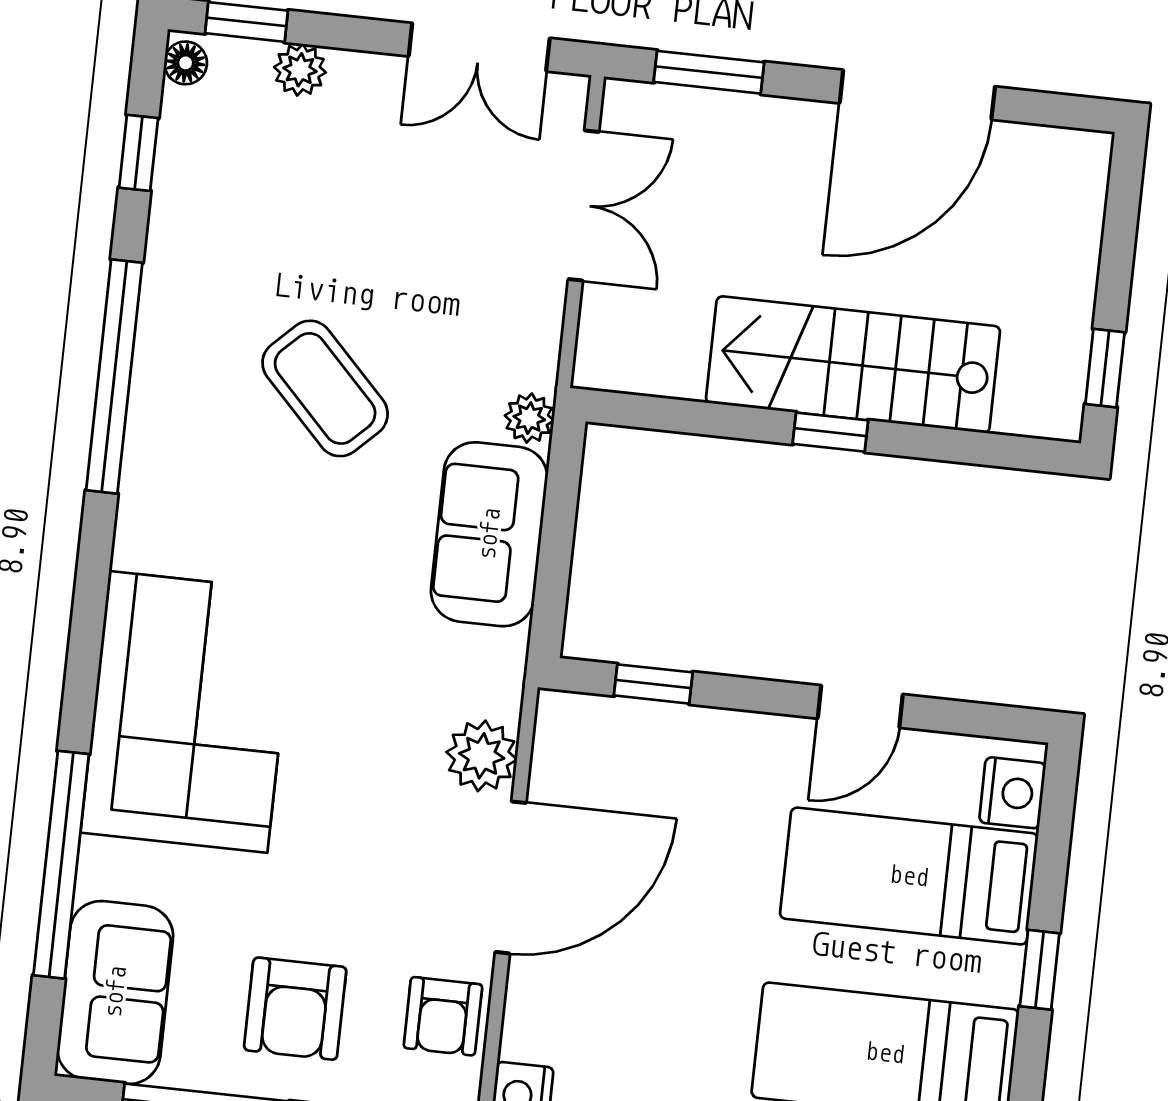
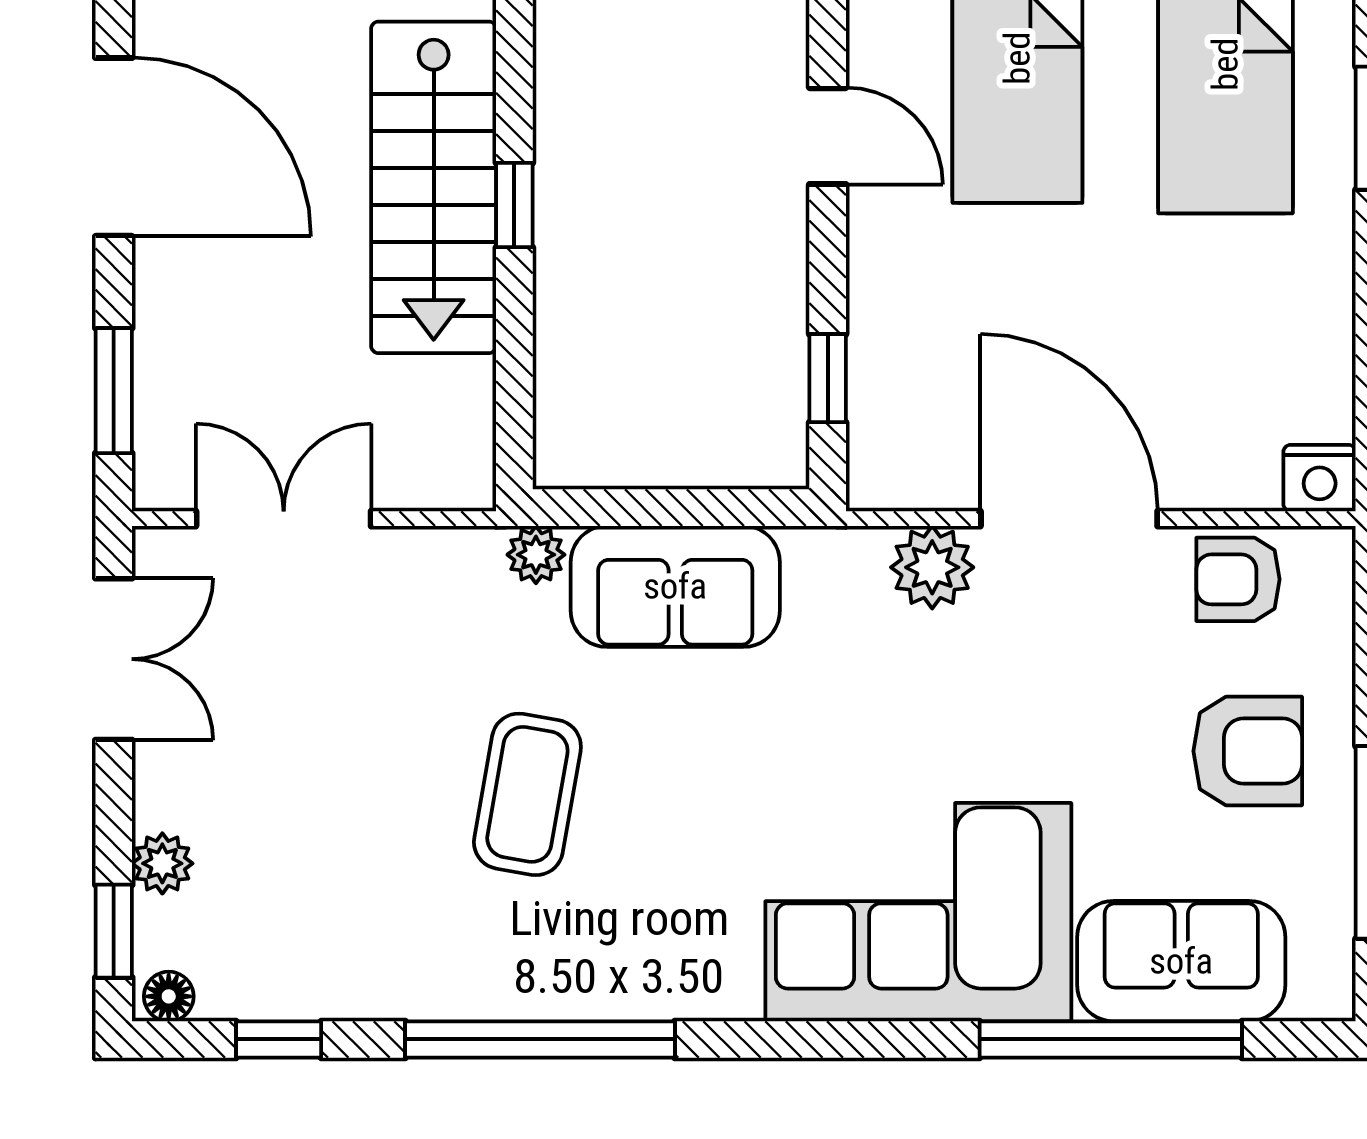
coffee table: (325, 388) -> (527, 794), turned -36
sofa: (115, 992) -> (1181, 961), moved
armchair: (443, 1016) -> (1238, 579), turned 180

